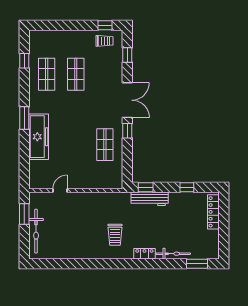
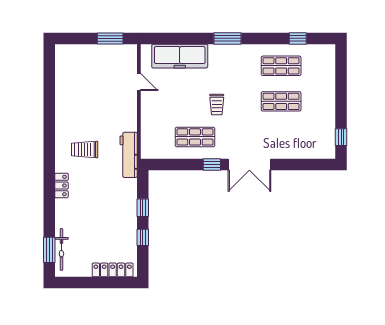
trolley: (104, 41) -> (217, 105), moved
window: (127, 55) -> (305, 164), removed
freezer: (39, 137) -> (180, 56), moved
window: (146, 187) -> (143, 208), moved
workbench: (150, 199) -> (129, 155), moved
bicycle: (36, 231) -> (89, 53), removed
bicycle: (173, 254) -> (61, 249), moved

